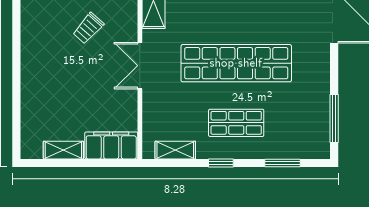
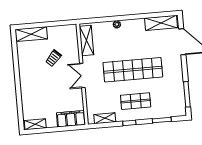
shelving: (63, 150) -> (35, 124), moved

